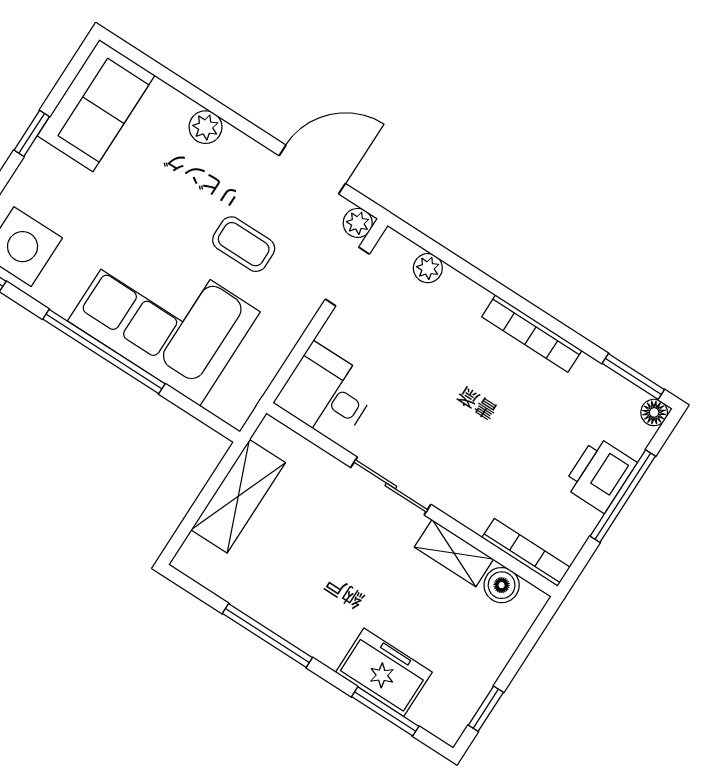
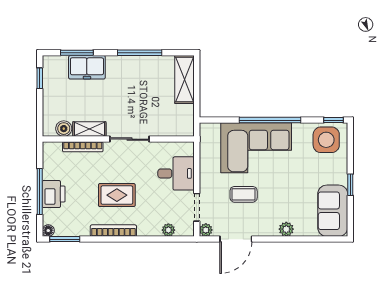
desk: (327, 393) -> (176, 173), moved
rug: (482, 396) -> (117, 195), added
shelving: (238, 496) -> (184, 79), moved
bookcase: (526, 552) -> (83, 147), moved

